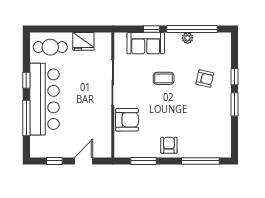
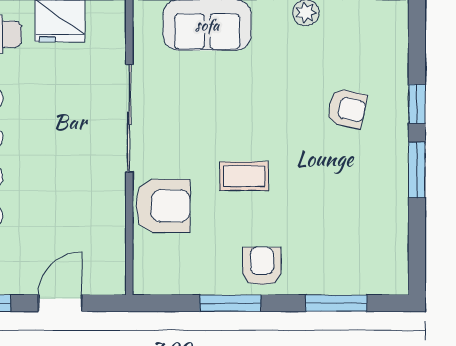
coffee table: (164, 78) -> (244, 176), moved
window: (144, 161) -> (230, 303), moved
window: (200, 161) -> (336, 303), width x0.69

